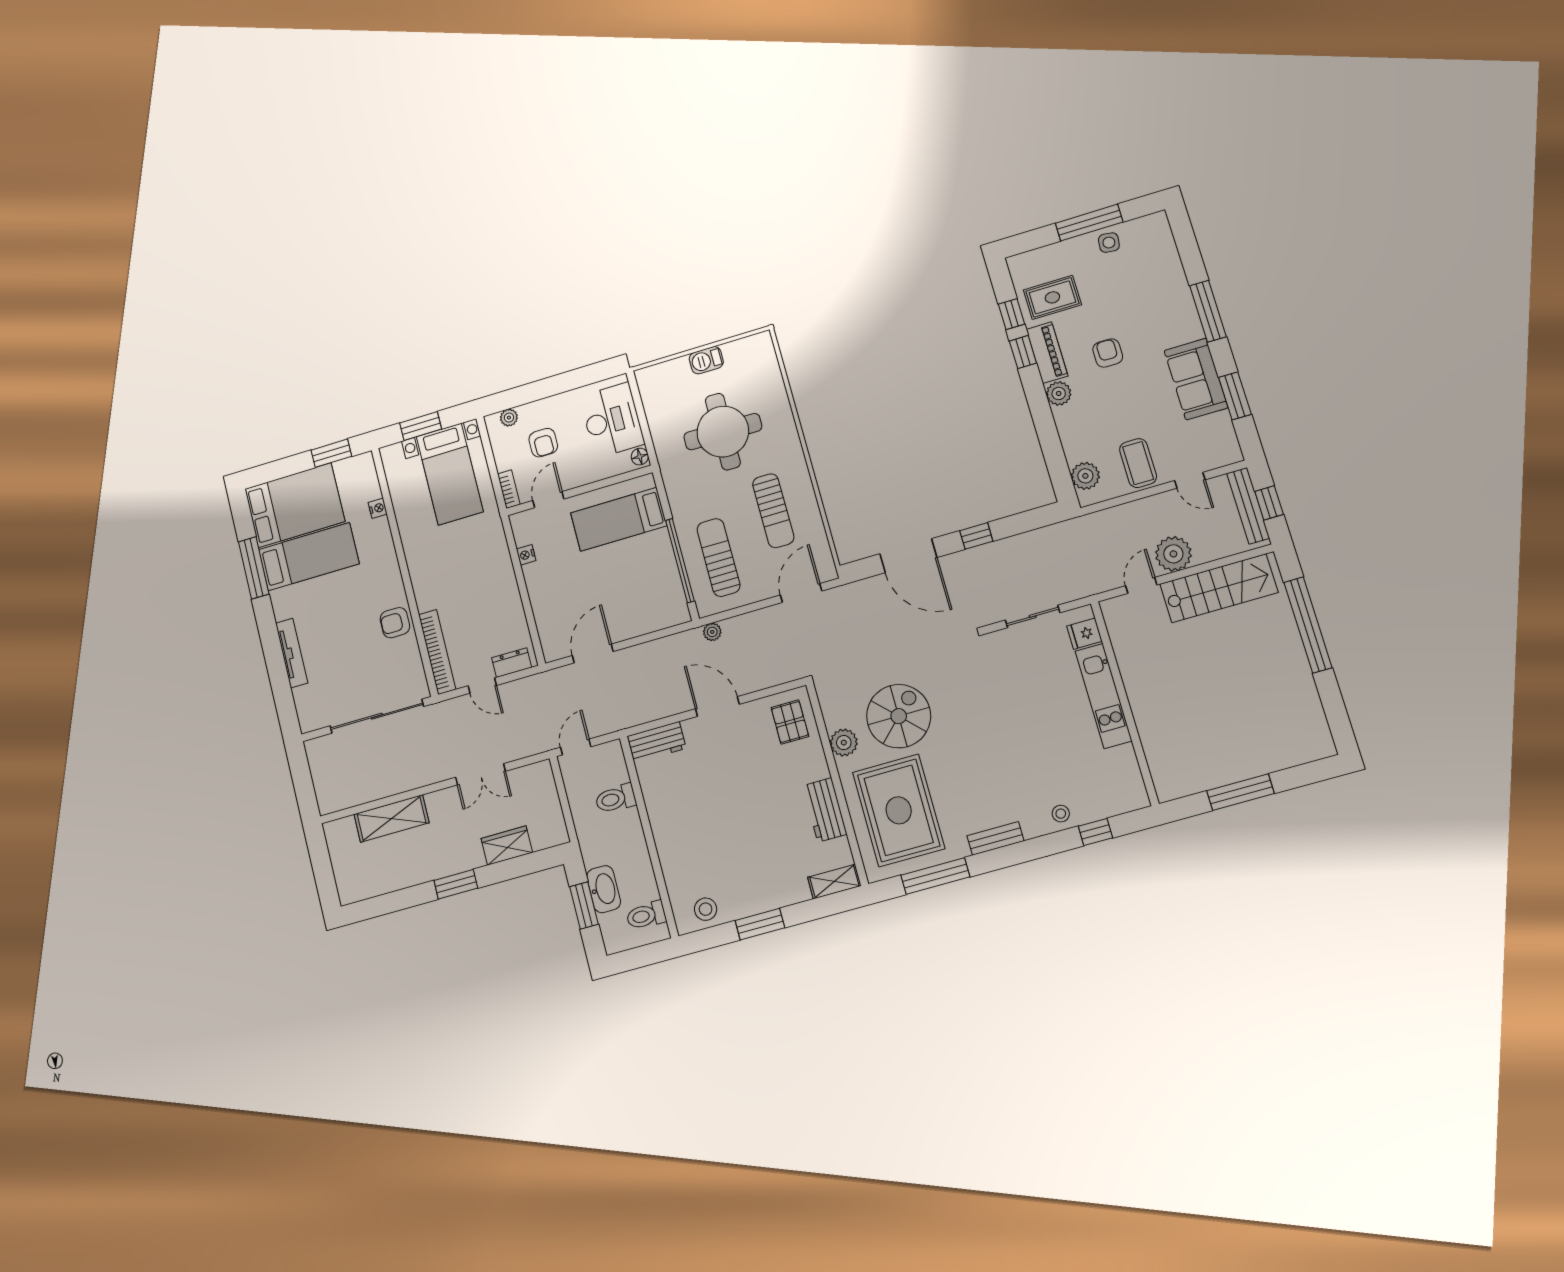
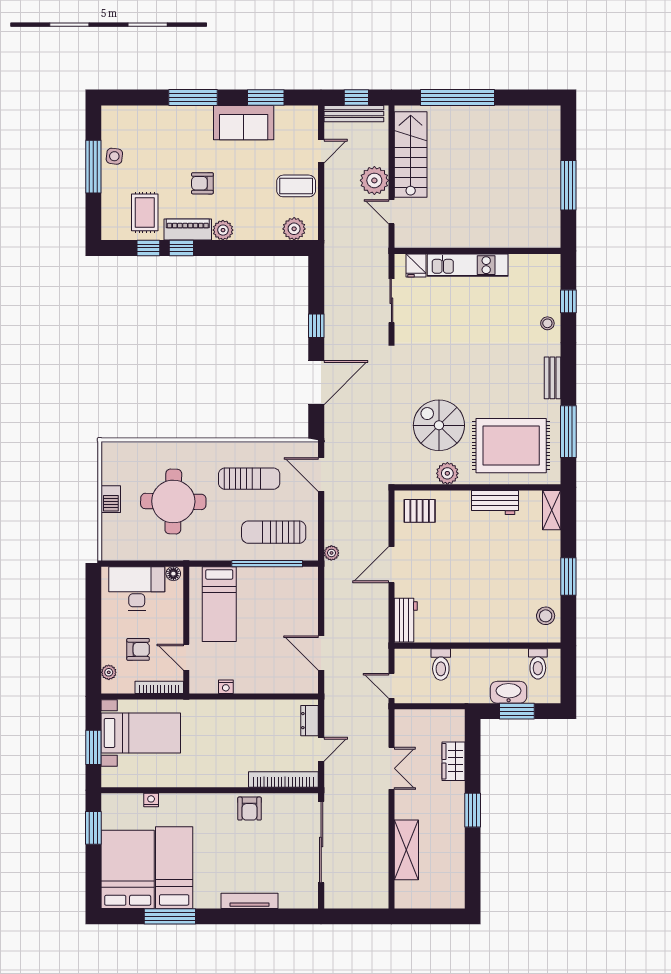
bookcase: (509, 489) -> (159, 687), width x1.56

